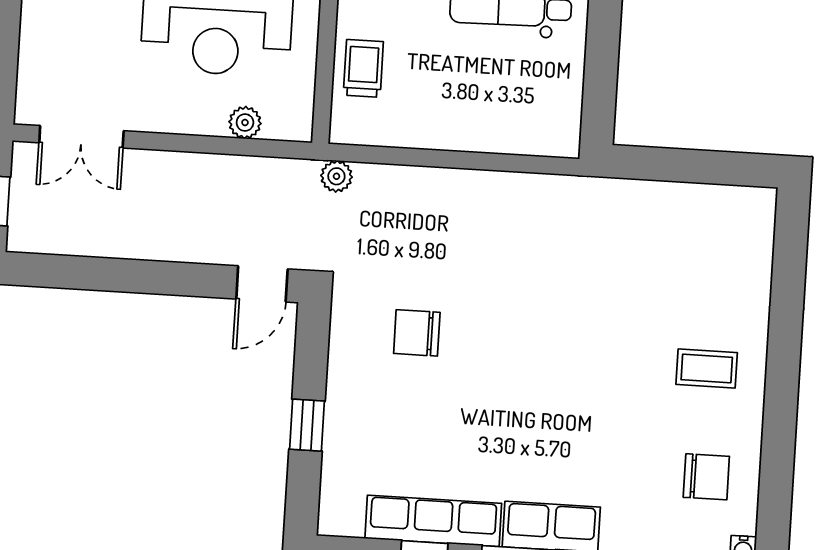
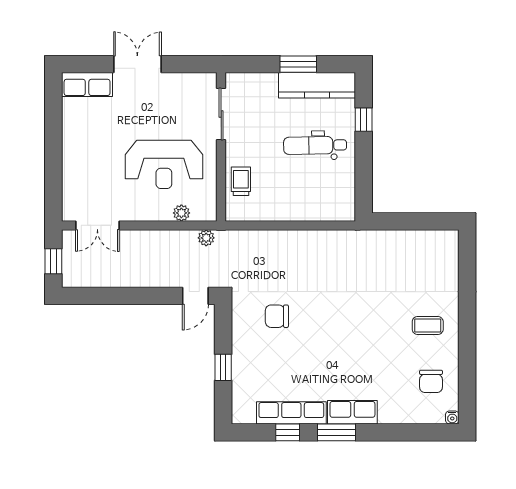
plant: (336, 176) -> (206, 238), moved
chair: (706, 477) -> (431, 381), turned 90

